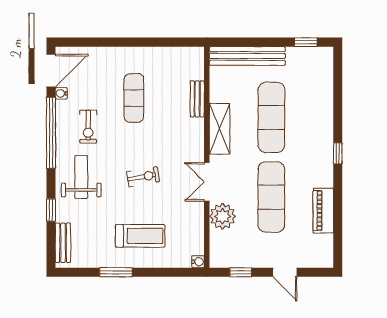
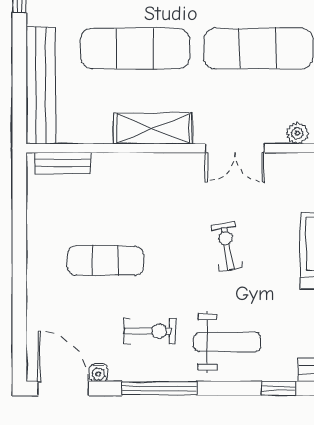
bench: (197, 99) -> (63, 163), moved
window: (51, 133) -> (159, 388), width x0.68
weight bench: (81, 177) -> (227, 342), turned 180
plant: (223, 216) -> (297, 133), width x0.53, depth x0.53

